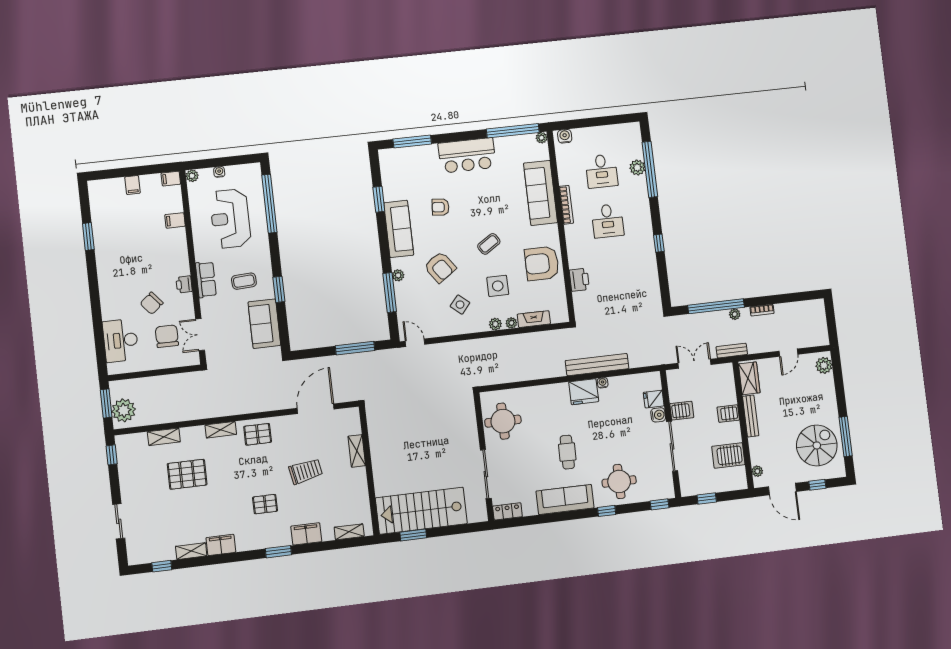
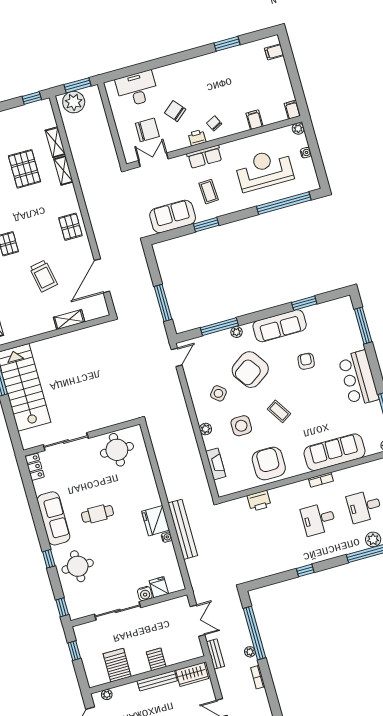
filing cabinet: (133, 185) -> (274, 52), moved
bookcase: (566, 205) -> (321, 480), width x0.64
chair: (172, 264) -> (214, 123), added
armchair: (440, 267) -> (250, 370), width x1.36, depth x1.36
plant: (511, 323) -> (209, 444), removed
door: (316, 409) -> (102, 276), swing flipped
server rack: (682, 411) -> (152, 615), removed
shelving: (221, 430) -> (63, 170), moved

